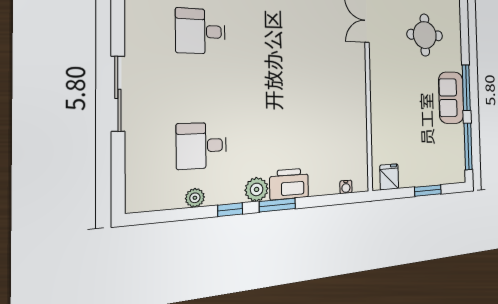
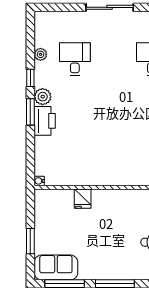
sofa: (451, 98) -> (56, 267), moved
fridge: (389, 177) -> (83, 199), moved, turned 90
water cooler: (346, 187) -> (39, 181), moved

